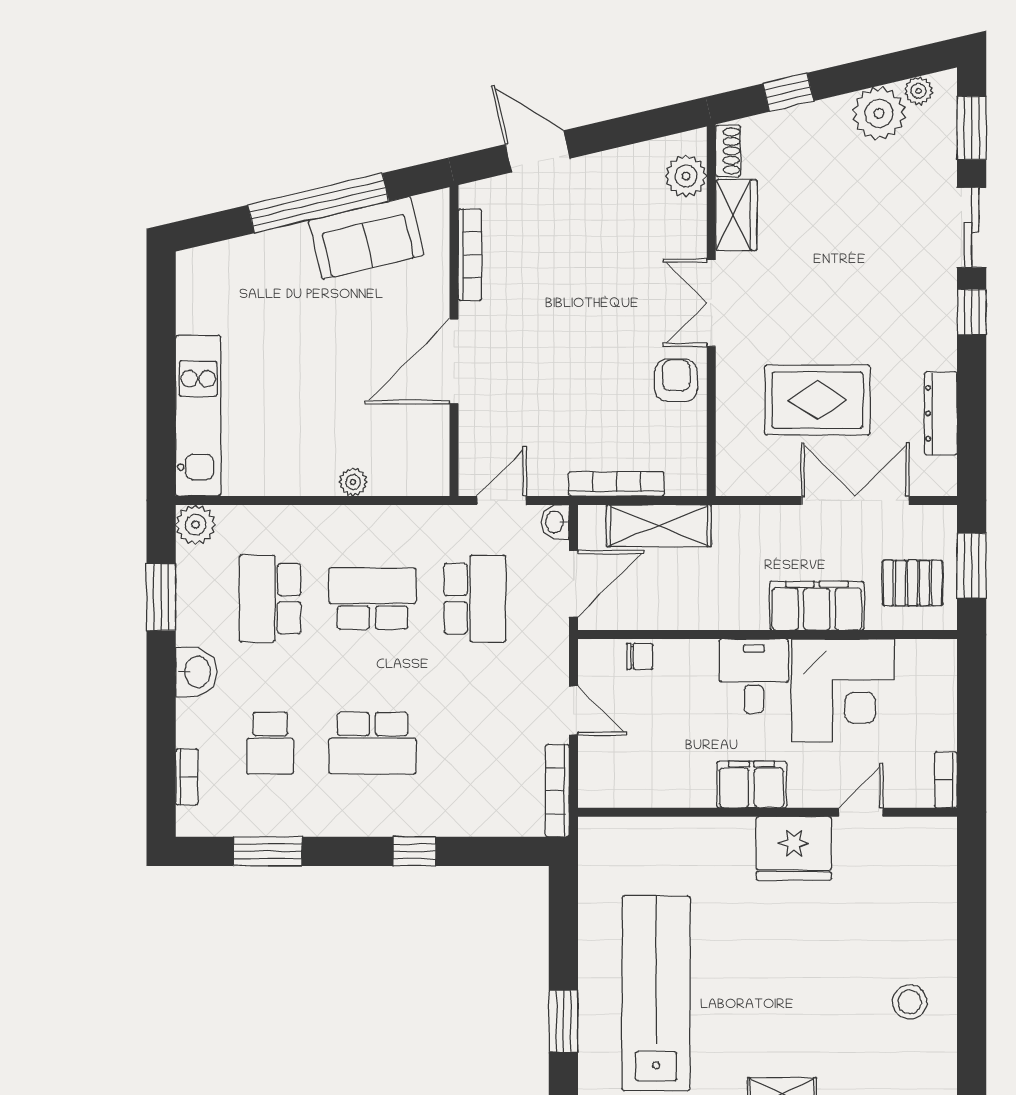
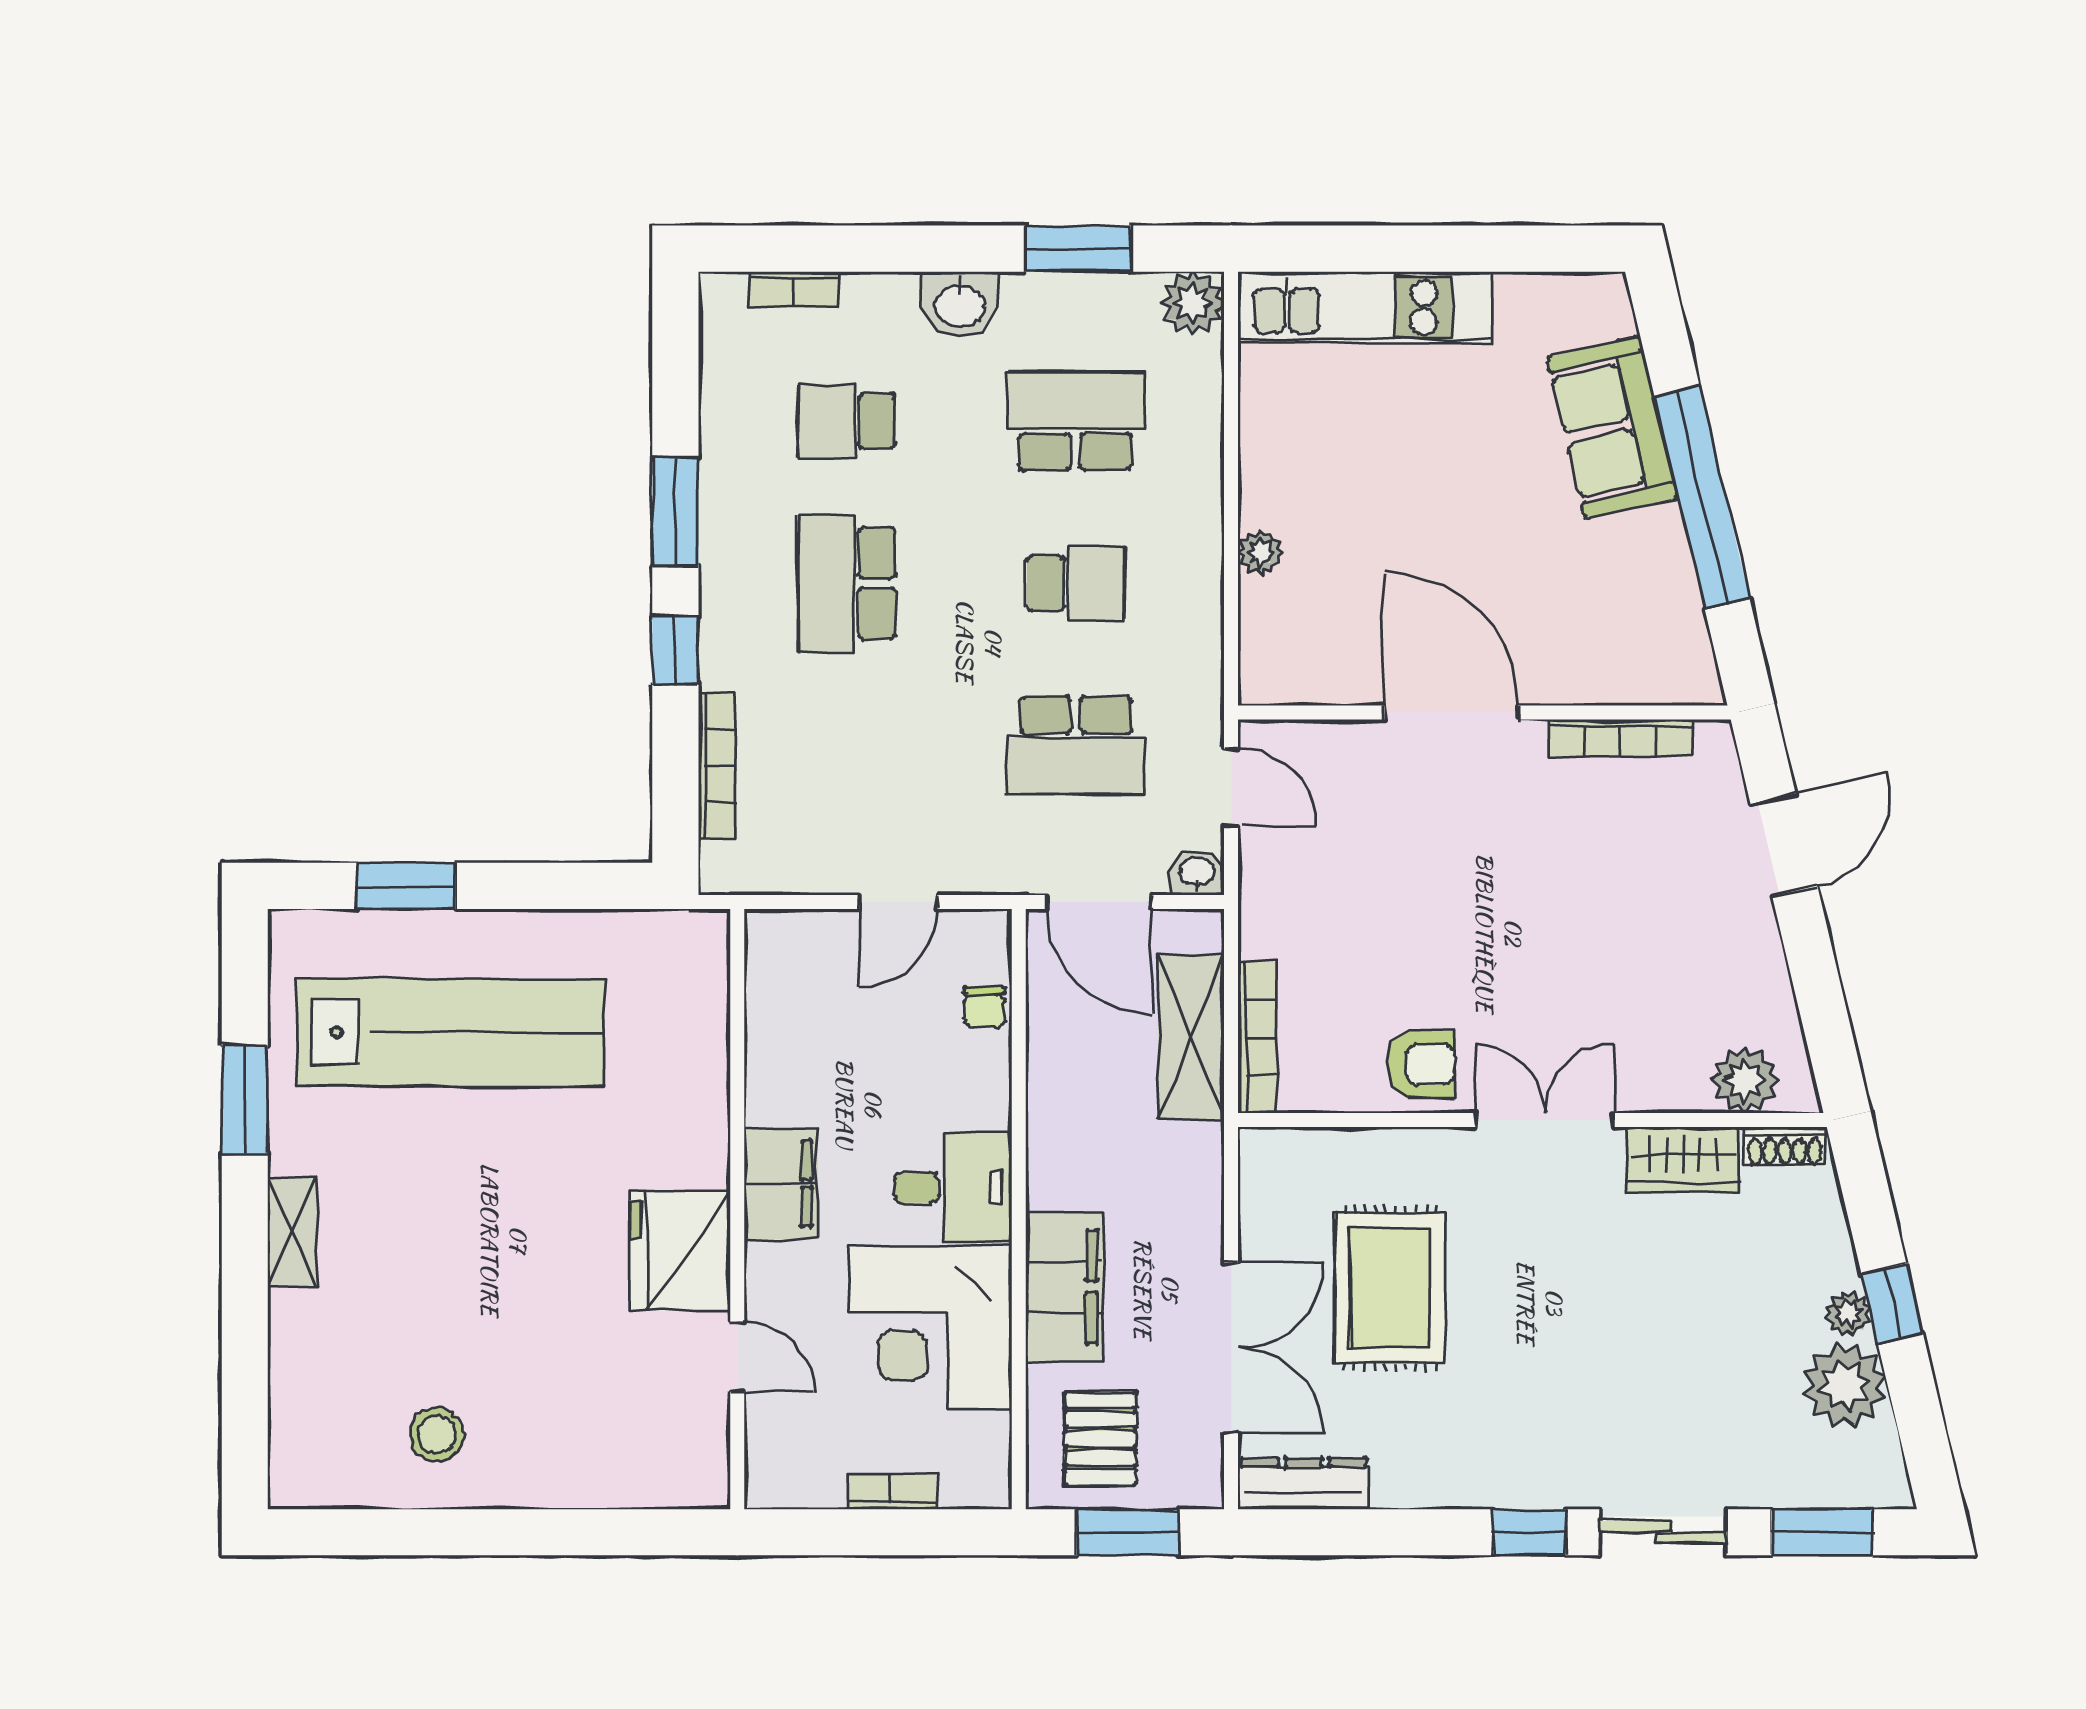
plant: (918, 91) -> (1848, 1314), moved
window: (788, 92) -> (1892, 1303), moved
sofa: (366, 238) -> (1613, 427), moved
dresser: (941, 413) -> (1304, 1484), moved
bookcase: (617, 484) -> (1257, 1037), moved
school desk: (372, 599) -> (1076, 583), width x0.54
bookcase: (946, 780) -> (892, 1492), moved
bookcase: (557, 791) -> (717, 766), moved, turned 90
window: (268, 851) -> (675, 512), moved

